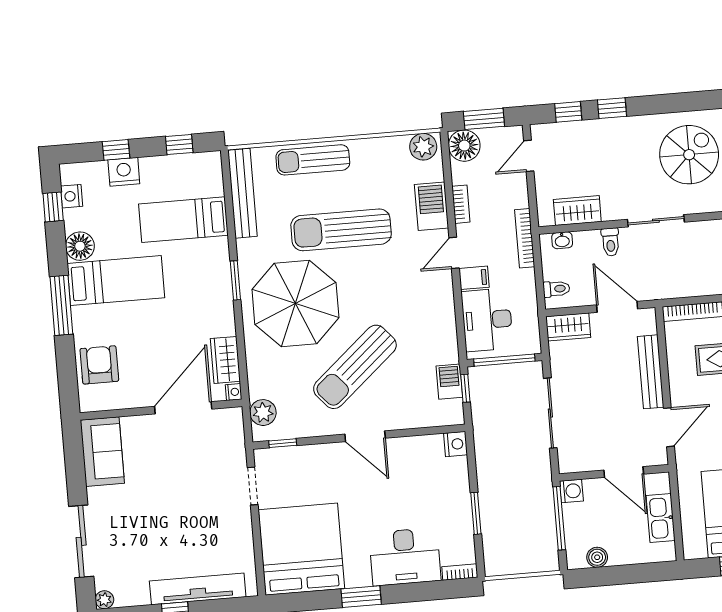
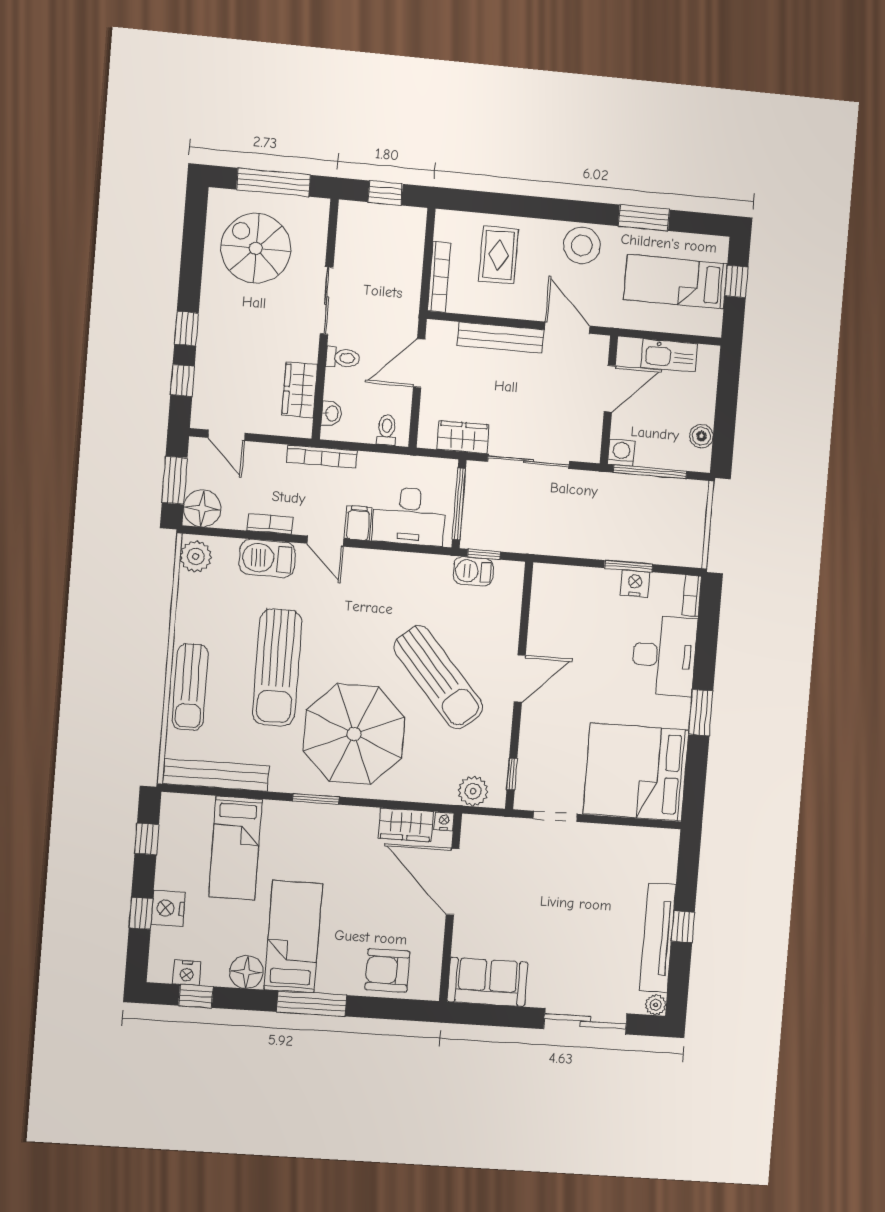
wardrobe: (568, 327) -> (463, 437), moved, turned -90
nightstand: (456, 444) -> (635, 583), moved
tv unit: (198, 589) -> (658, 938), moved

